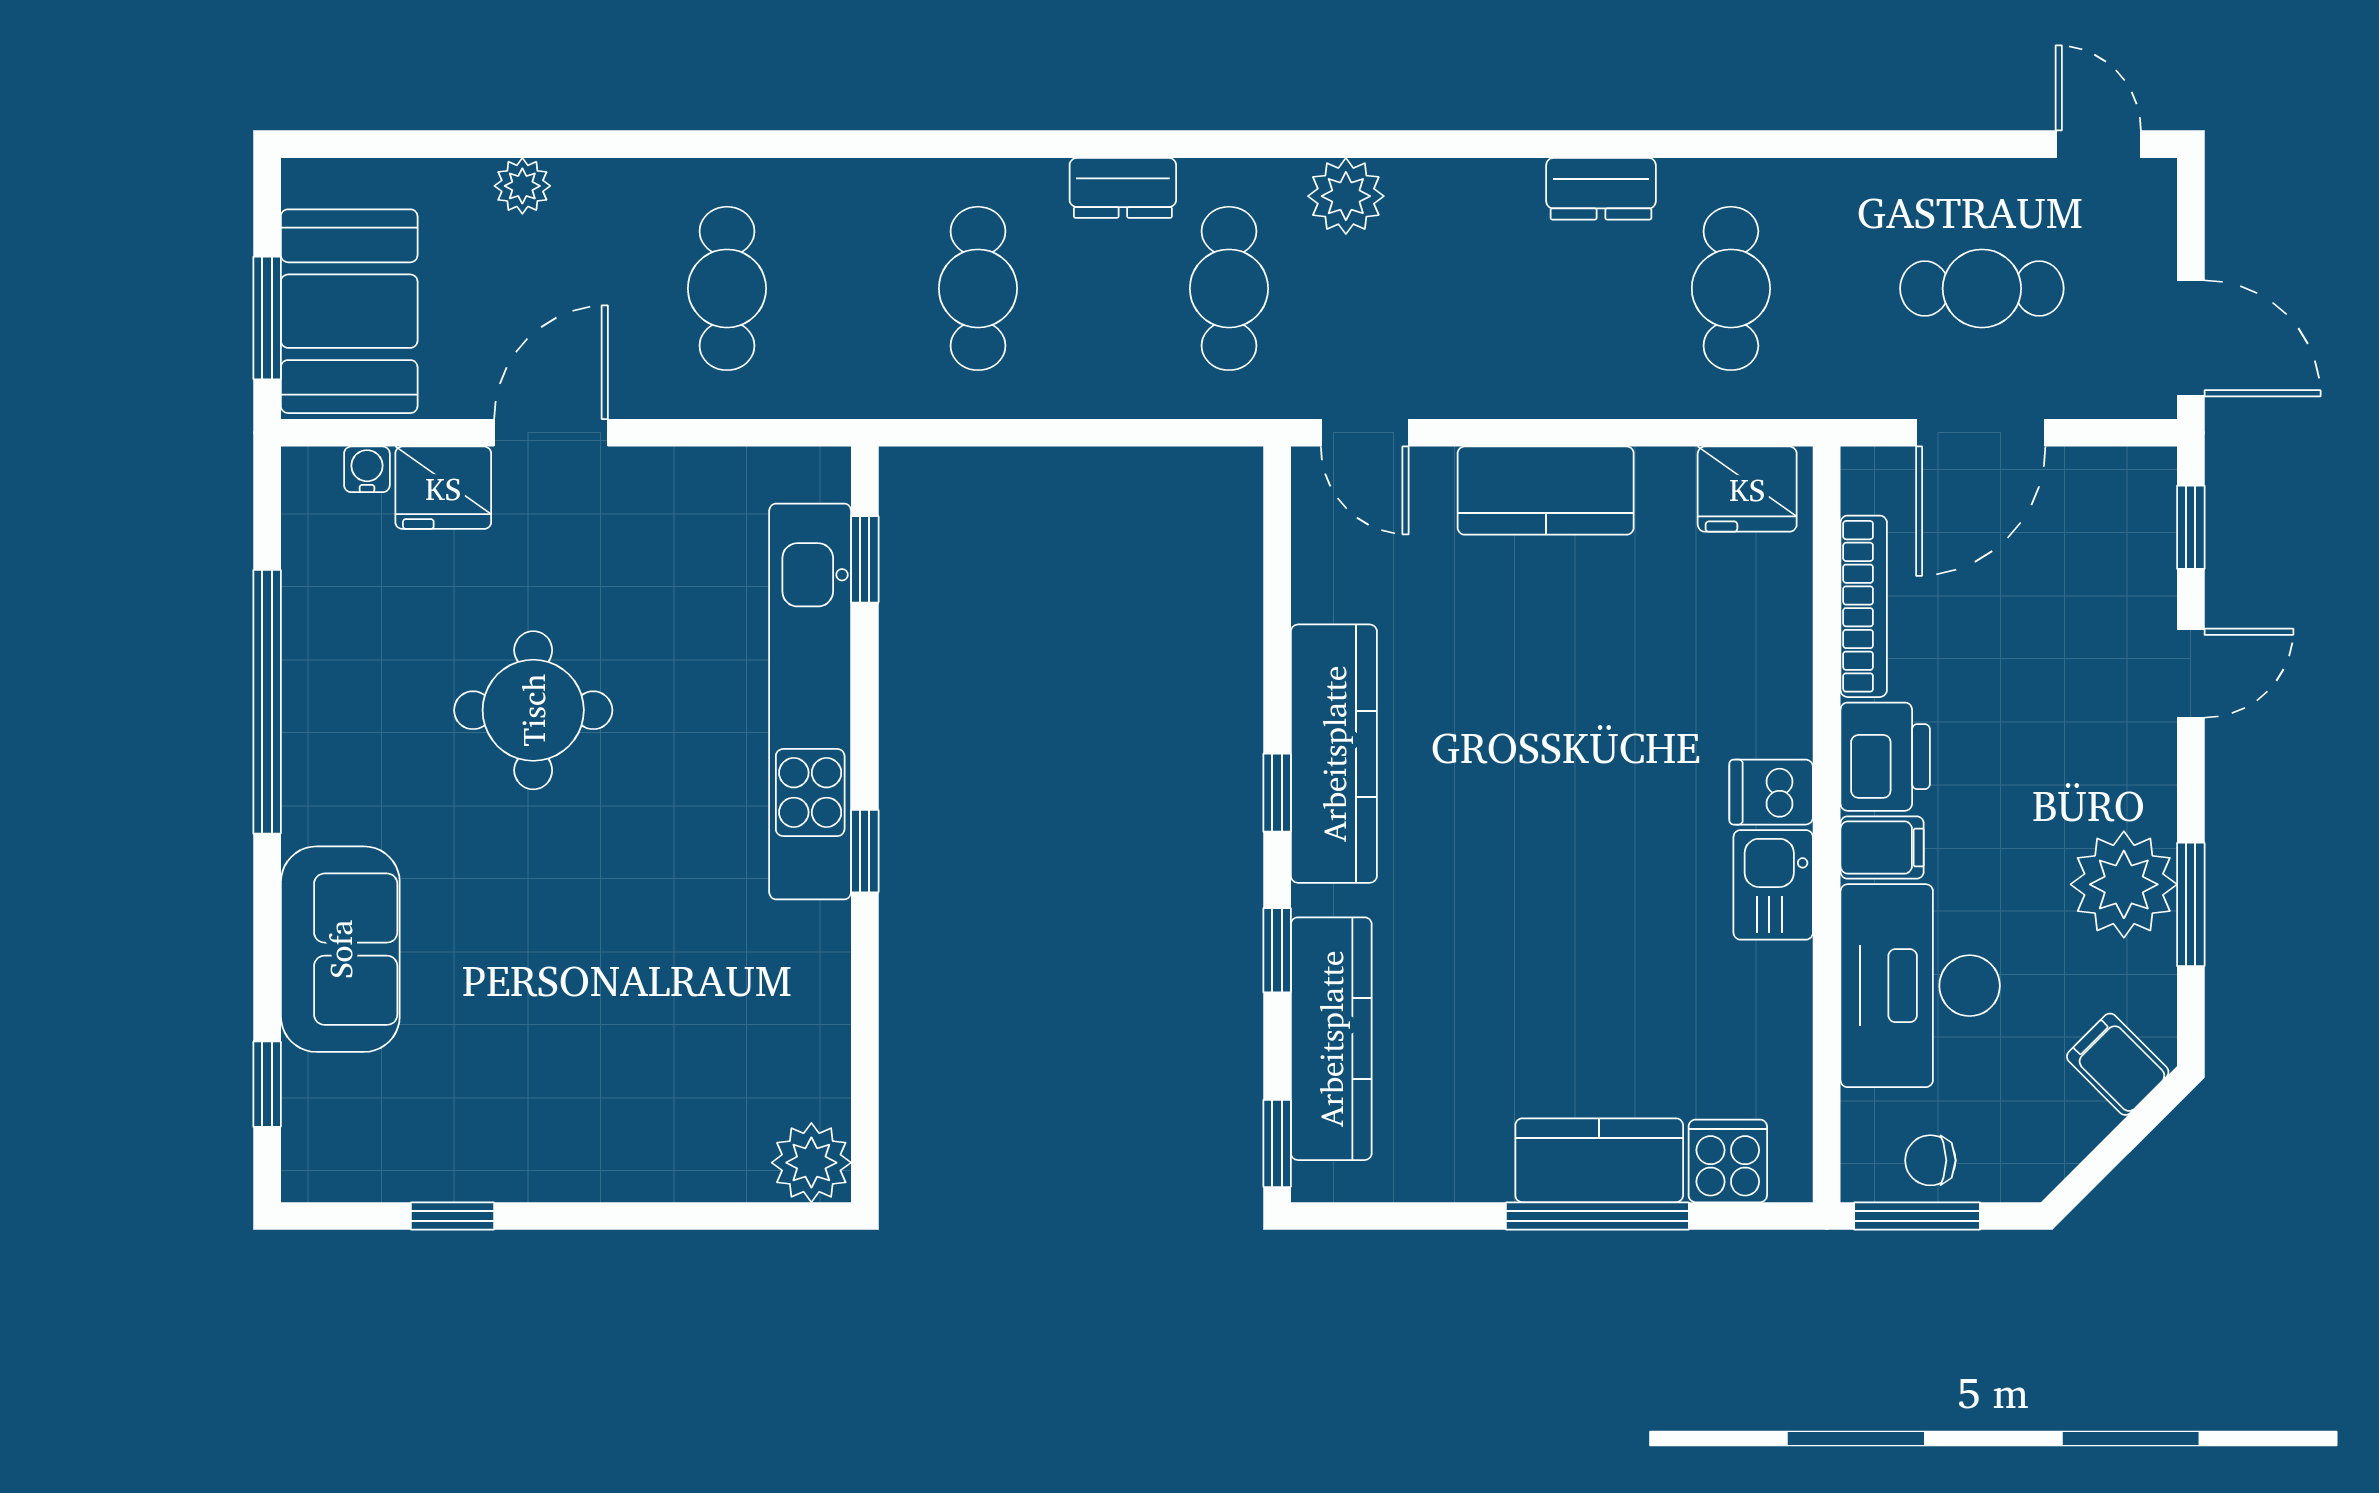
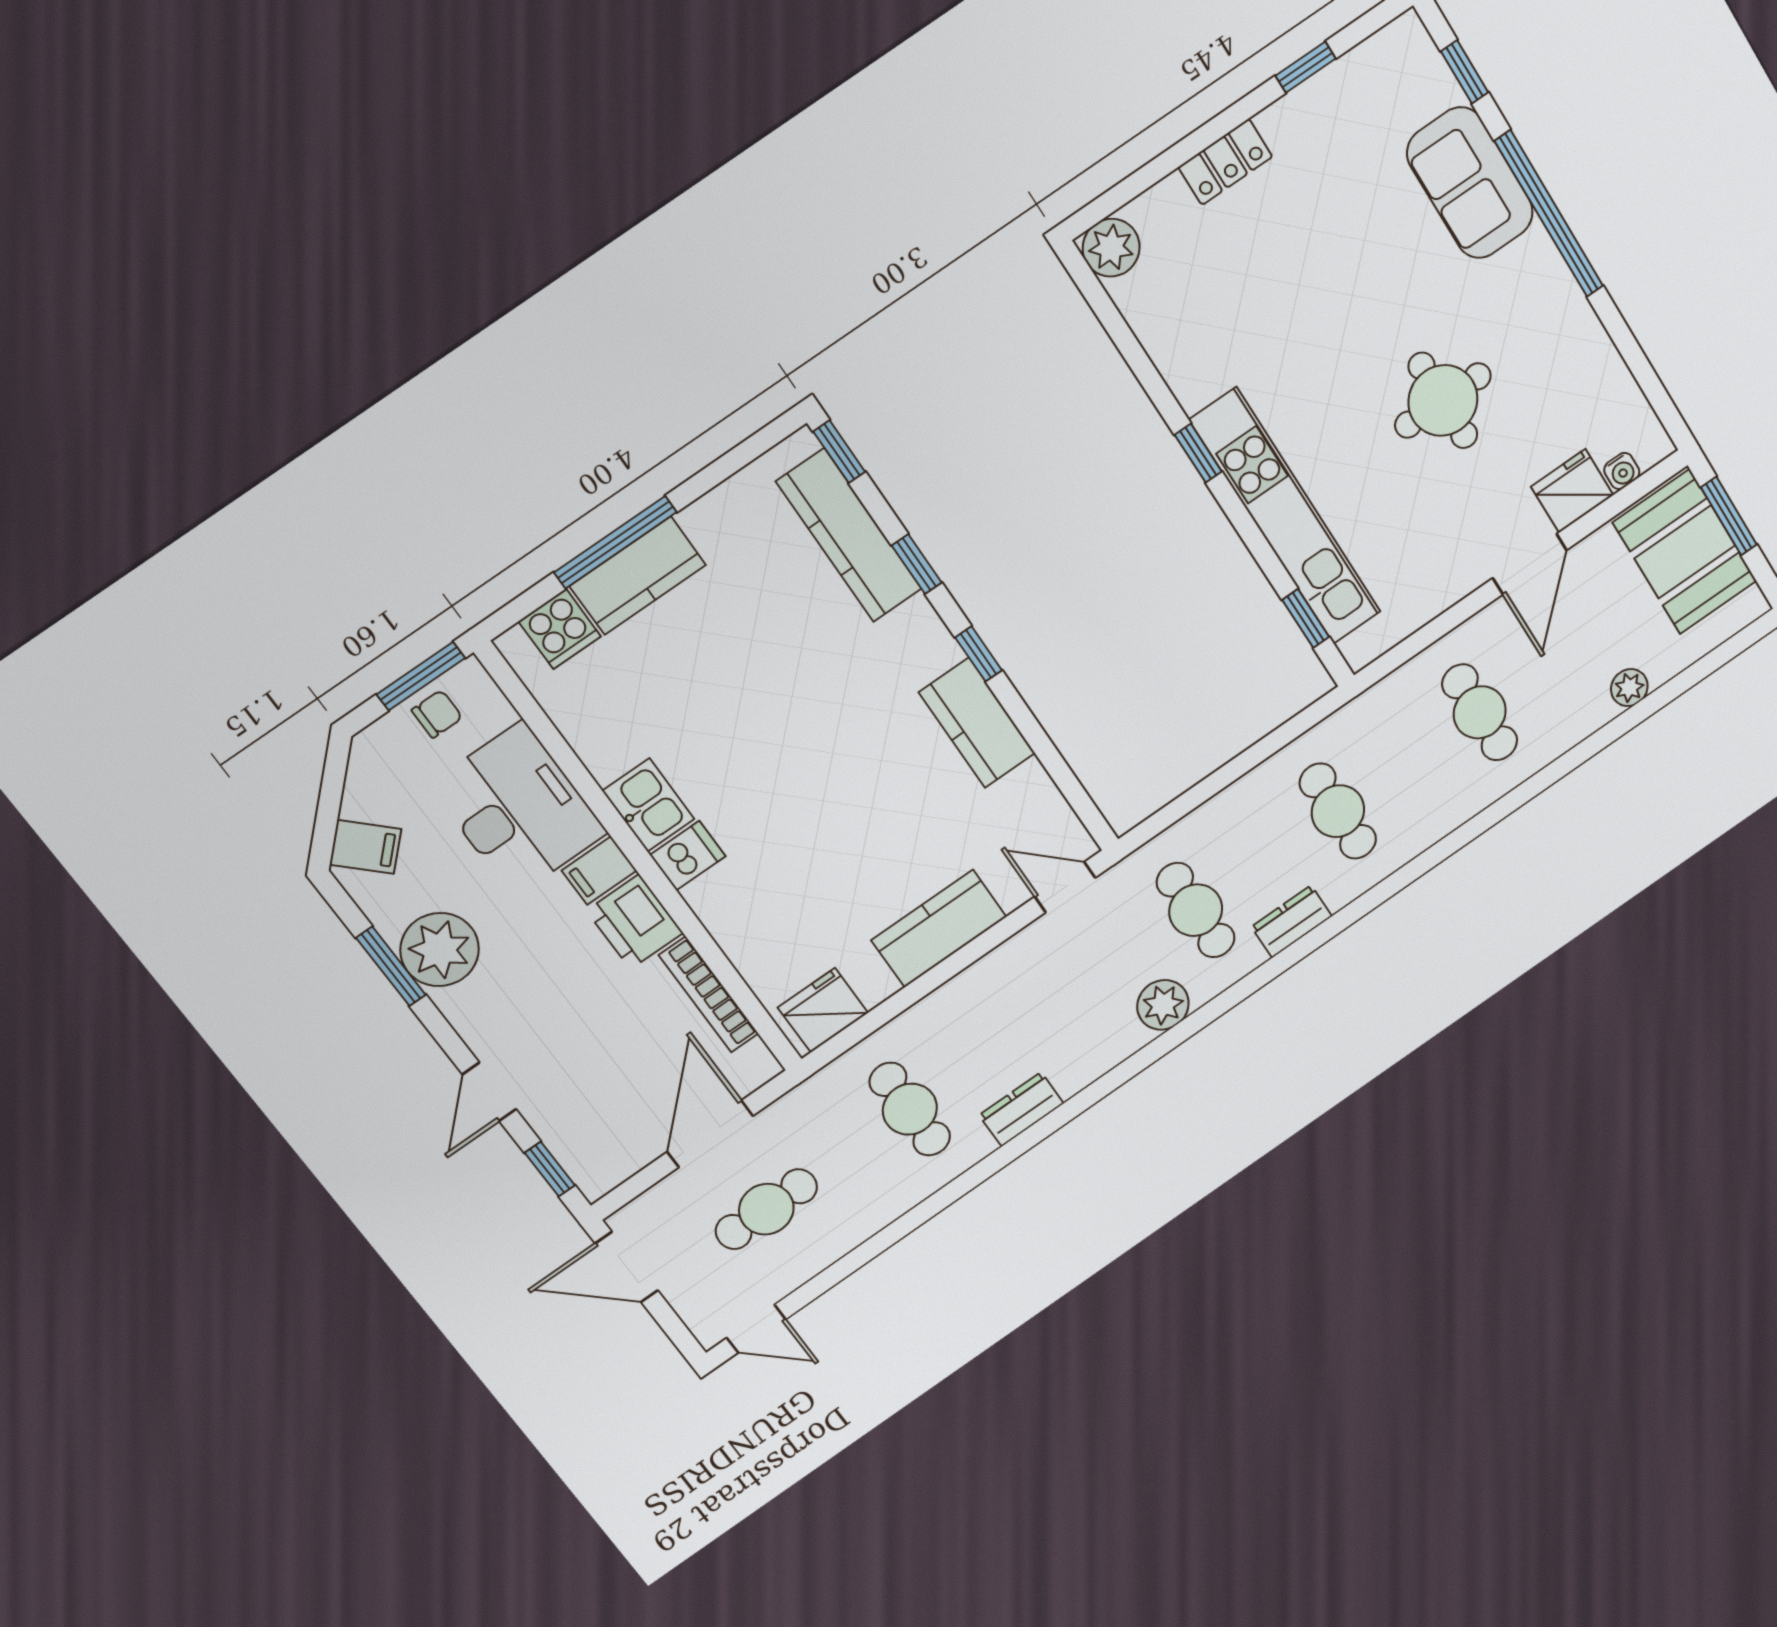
window: (267, 702) -> (1549, 214), moved
kitchen counter: (1334, 754) -> (977, 723), width x0.67
locker: (615, 1171) -> (1225, 162), added

